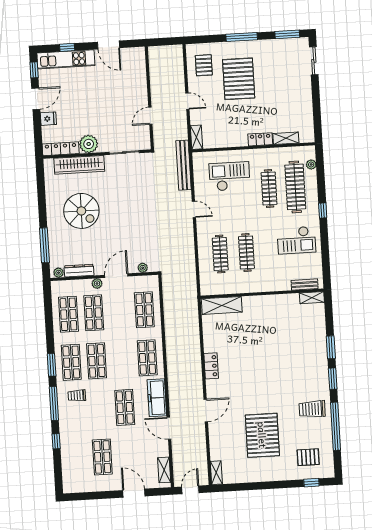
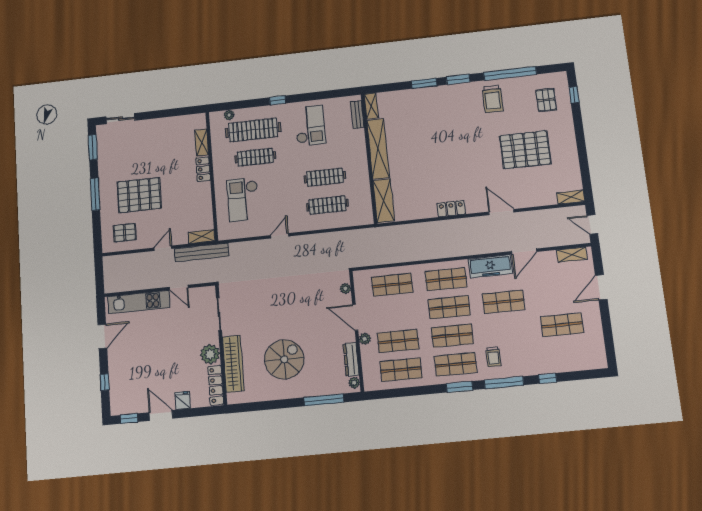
kitchen unit: (66, 59) -> (139, 302), moved, turned 90
bench: (184, 165) -> (202, 252), moved
shelving: (271, 302) -> (378, 149), added
shop shelf: (122, 359) -> (449, 307), added

